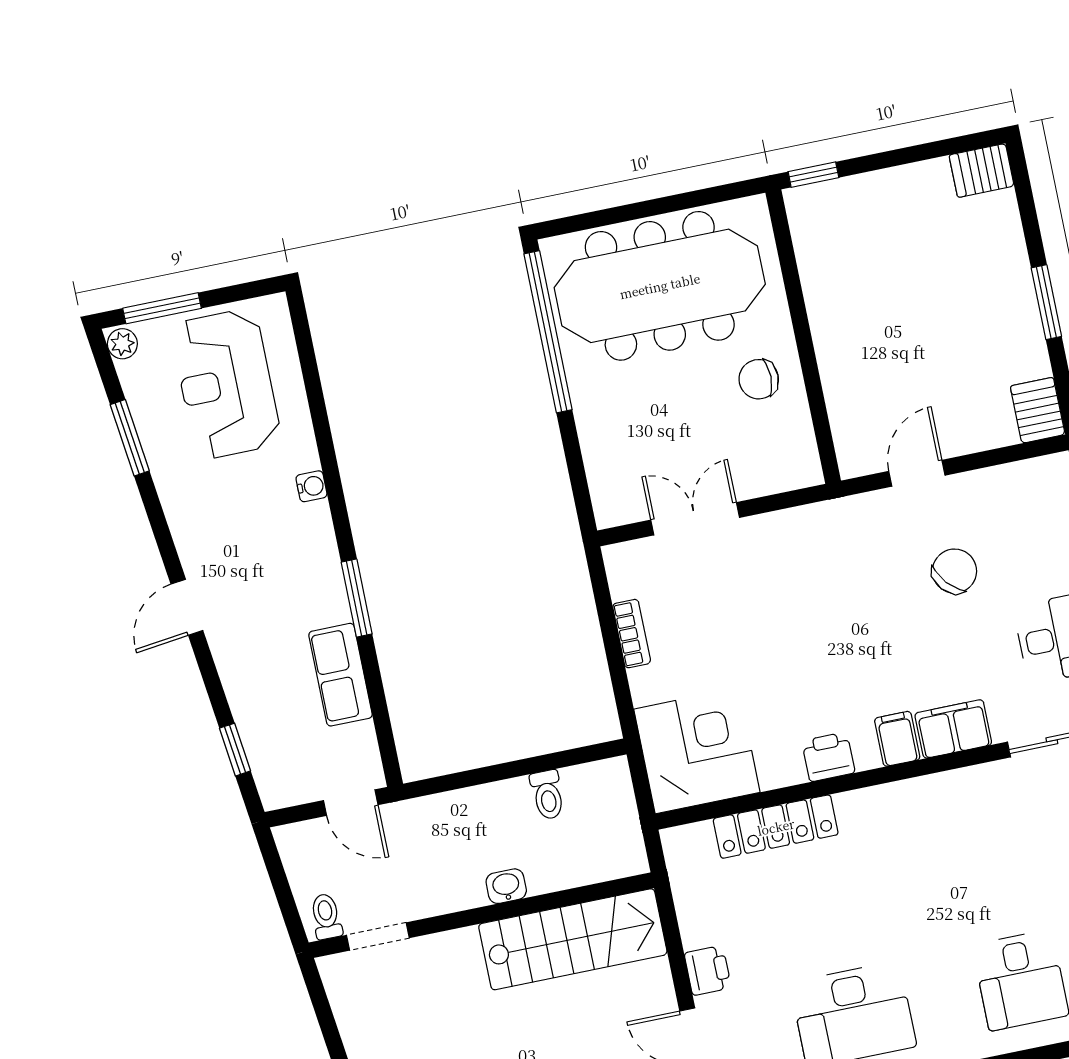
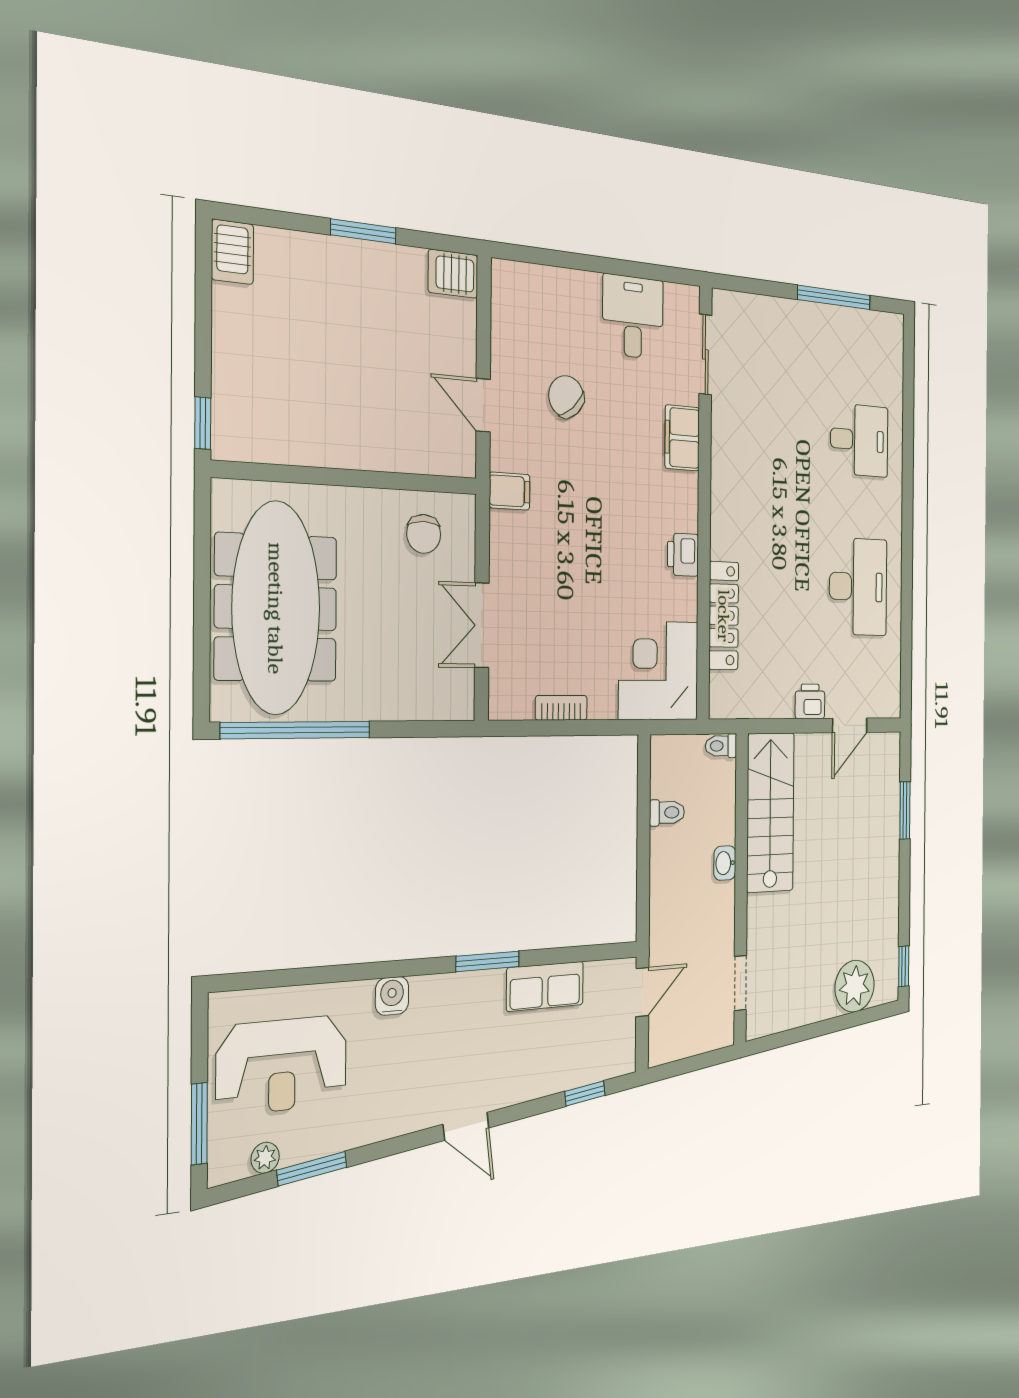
plant: (122, 344) -> (265, 1158), moved
chair: (759, 379) -> (424, 534), moved
water cooler: (311, 486) -> (392, 996), width x1.38, depth x1.38
filing cabinet: (897, 739) -> (510, 491), moved, turned 180
toilet: (326, 916) -> (721, 746), moved

